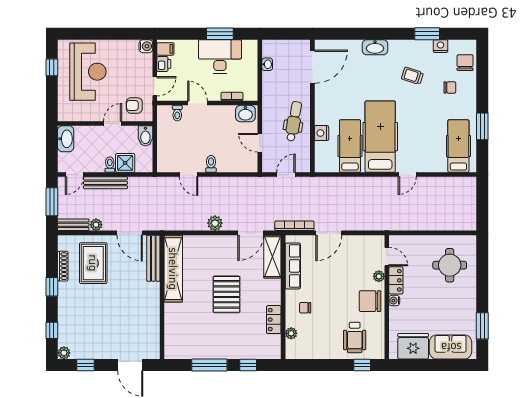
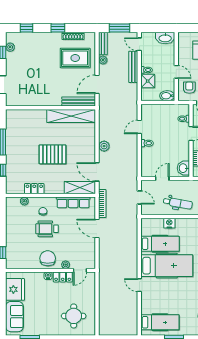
wheelchair: (355, 337) -> (47, 229), moved
plant: (64, 353) -> (10, 47), moved

